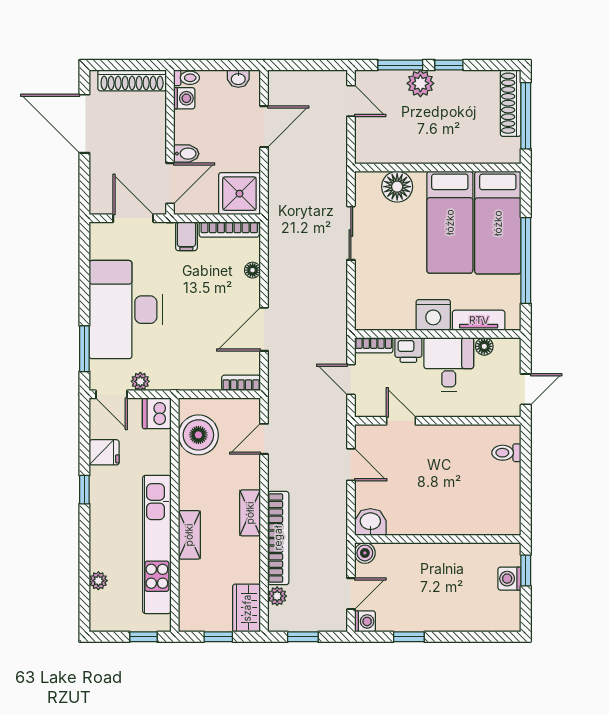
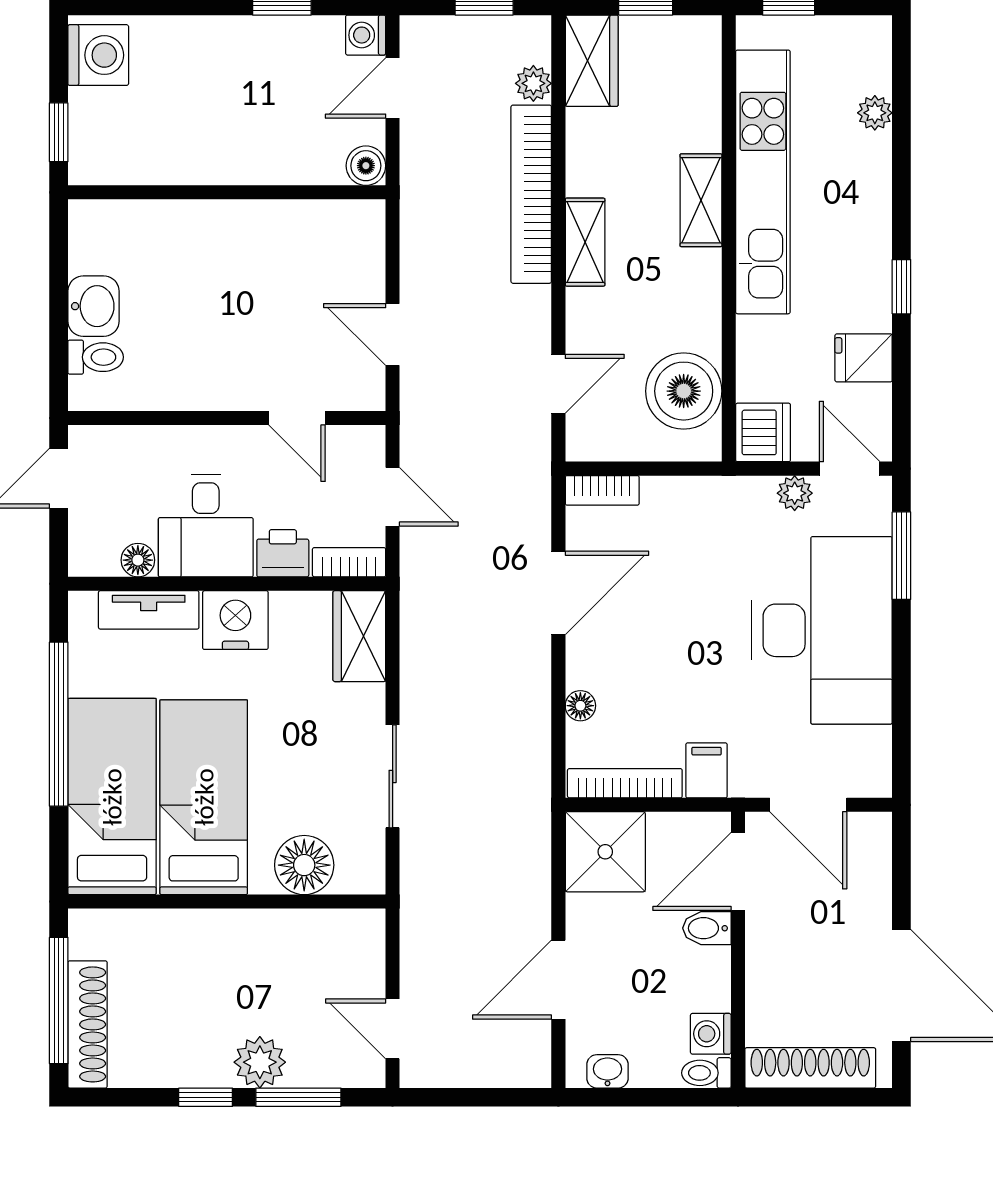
wardrobe: (368, 307) -> (359, 636), added
washbasin: (370, 522) -> (93, 306), moved, turned -90
washing machine: (509, 579) -> (98, 55), moved, width x1.38, depth x1.38

